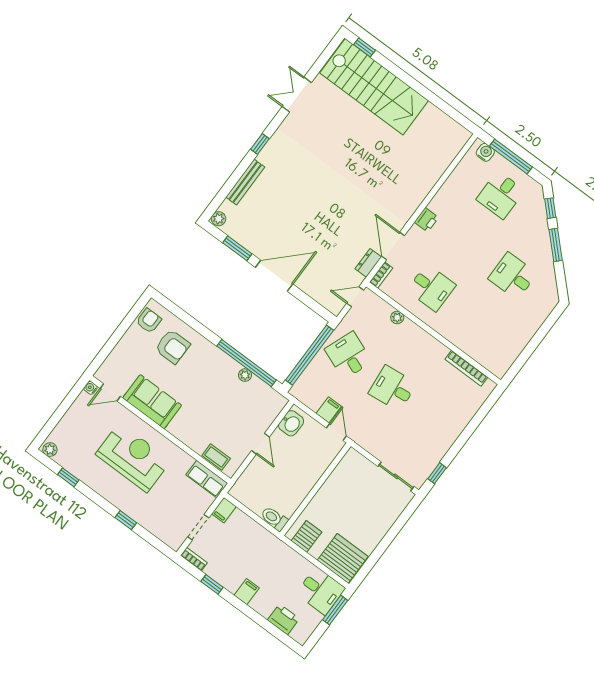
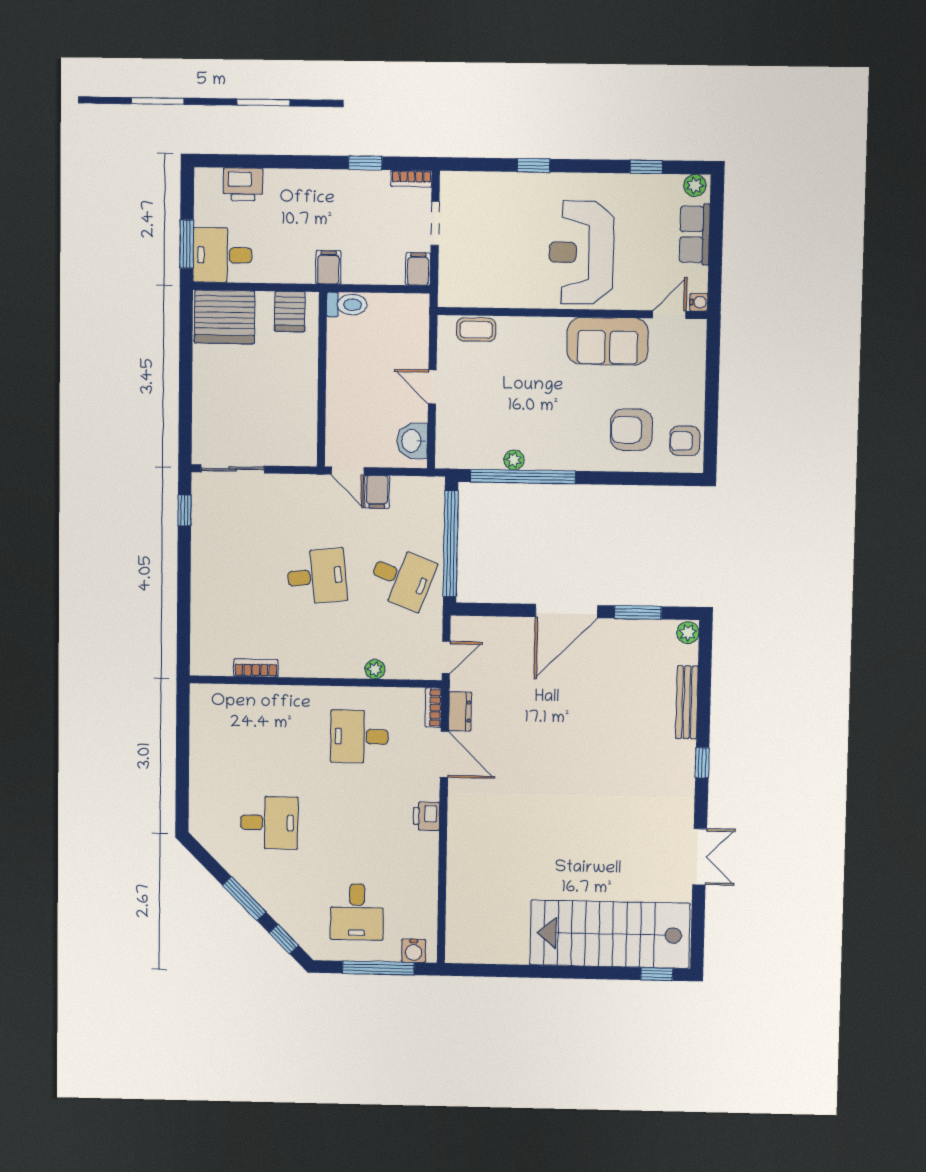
desk: (501, 195) -> (357, 912), turned 180
armchair: (149, 321) -> (685, 441), turned 90
bookcase: (466, 368) -> (256, 668), width x0.64
reception desk: (133, 458) -> (581, 252), turned 90
row of seats: (207, 479) -> (695, 234), moved, turned -90
filing cabinet: (247, 592) -> (328, 267), moved, turned 180

